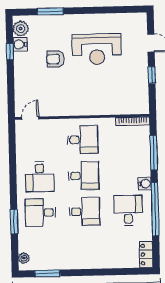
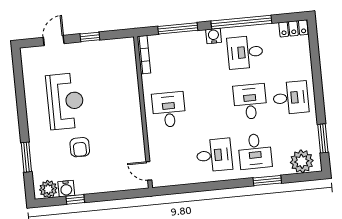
desk: (84, 176) -> (291, 98), moved, turned 90
plant: (24, 258) -> (302, 161), width x1.87, depth x1.87

